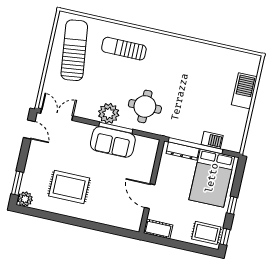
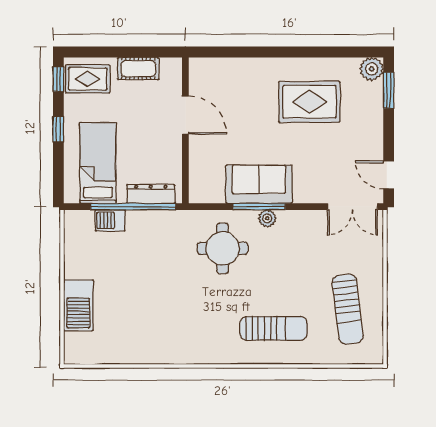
sun lounger: (74, 50) -> (348, 309), width x0.73, depth x0.75
plant: (109, 113) -> (267, 218), width x0.53, depth x0.53
bed: (212, 178) -> (98, 163), width x0.67
cot: (158, 229) -> (138, 69), moved

